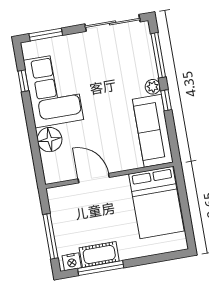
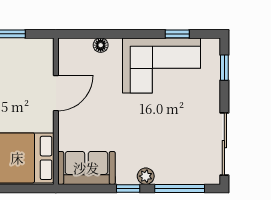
window: (46, 35) -> (224, 68), width x0.67
sofa: (153, 131) -> (86, 168), width x0.73
floor lamp: (50, 140) -> (101, 45), width x0.53, depth x0.53

